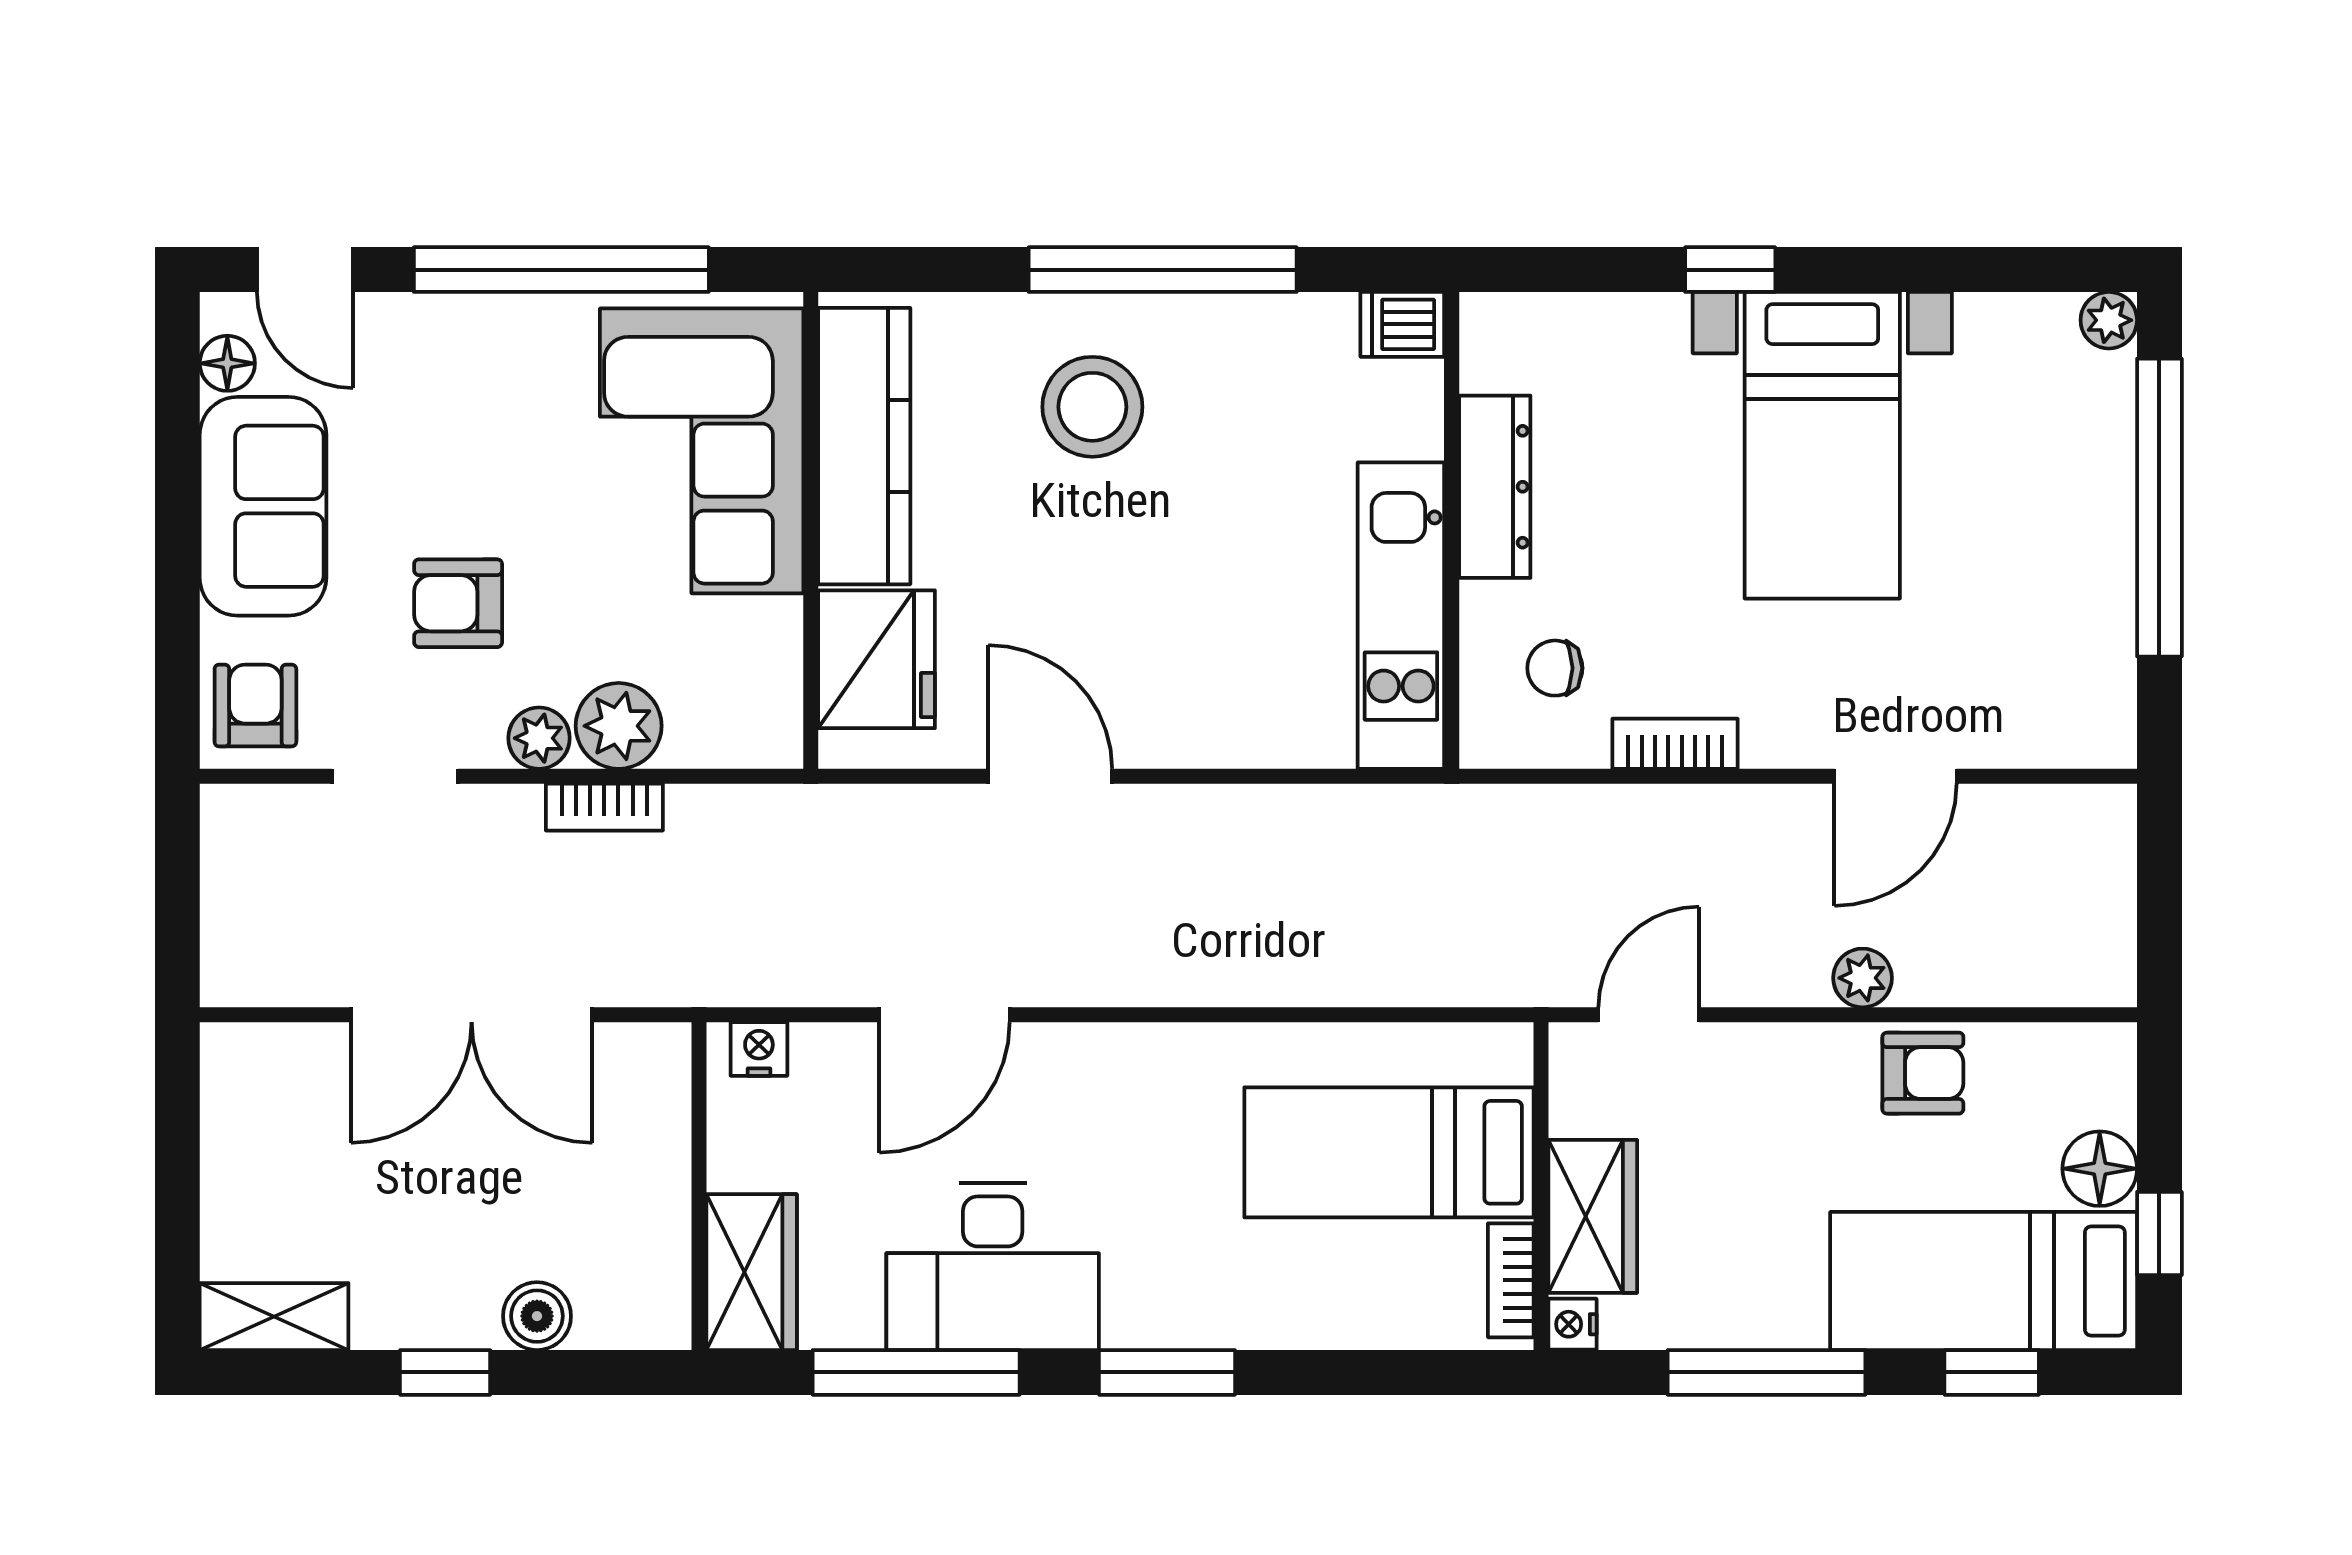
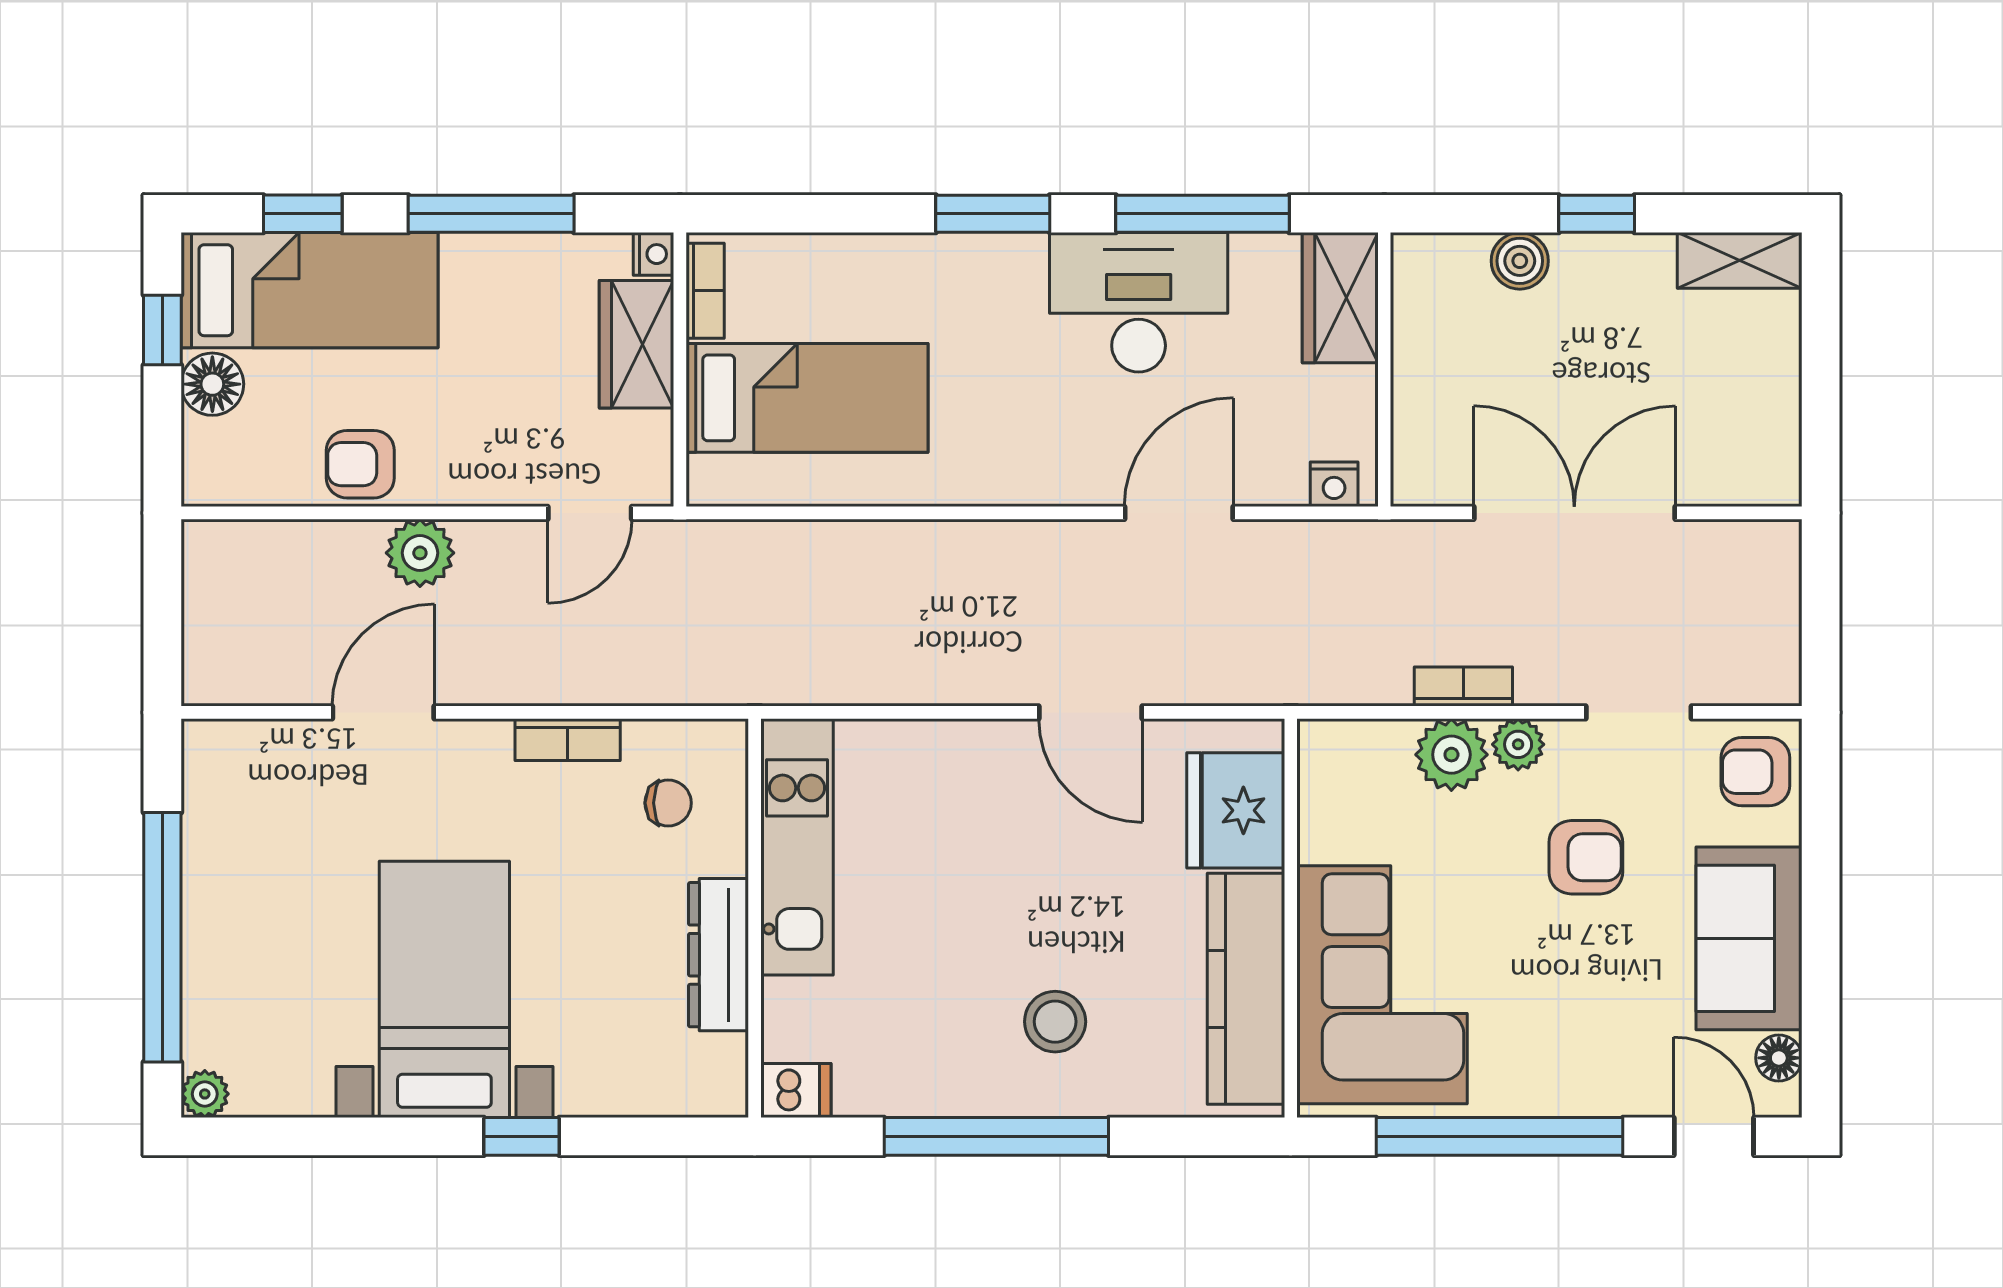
stool: (1092, 407) -> (1055, 1022), width x0.73, depth x0.73
armchair: (255, 706) -> (1755, 772), turned 90
plant: (1863, 978) -> (420, 553), width x1.38, depth x1.38

